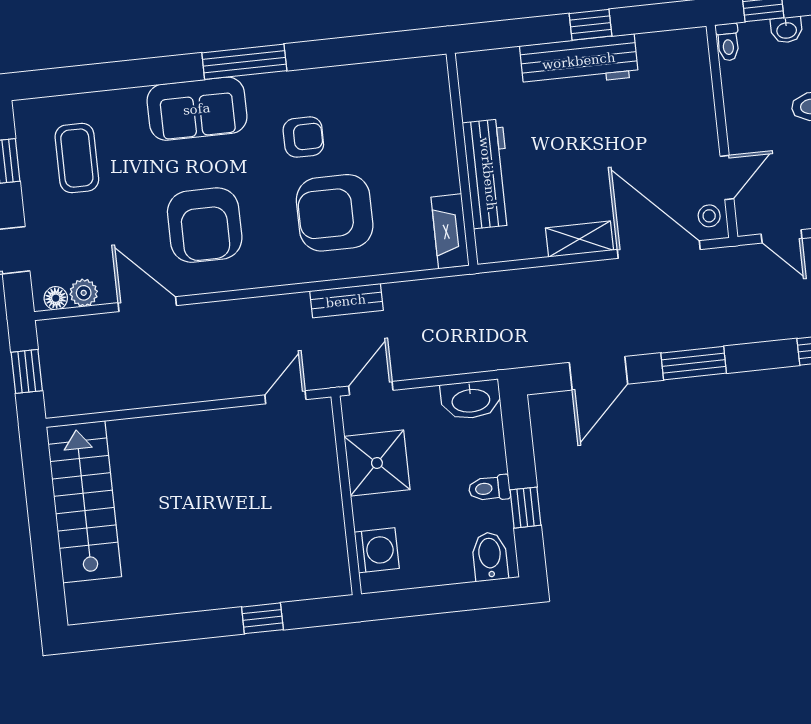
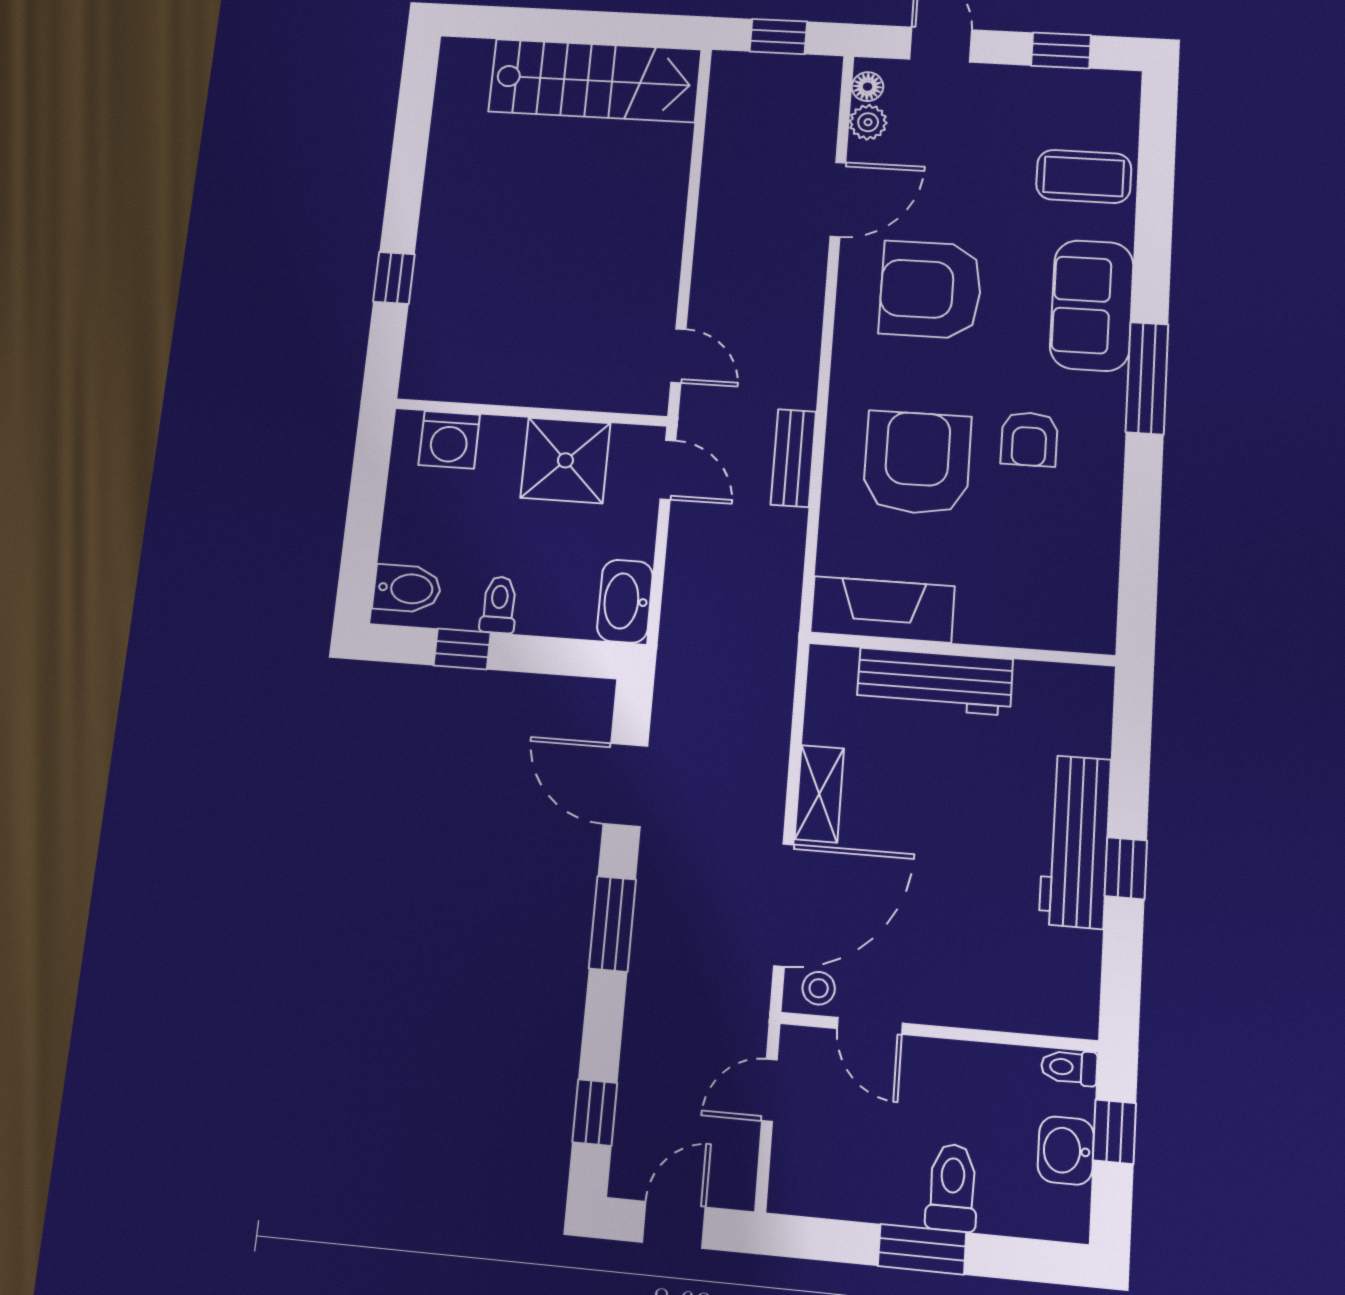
washbasin: (786, 30) -> (1066, 1151), width x1.38, depth x1.45
coffee table: (77, 158) -> (1084, 176), moved
fireplace: (450, 231) -> (882, 609), width x1.37, depth x1.32

